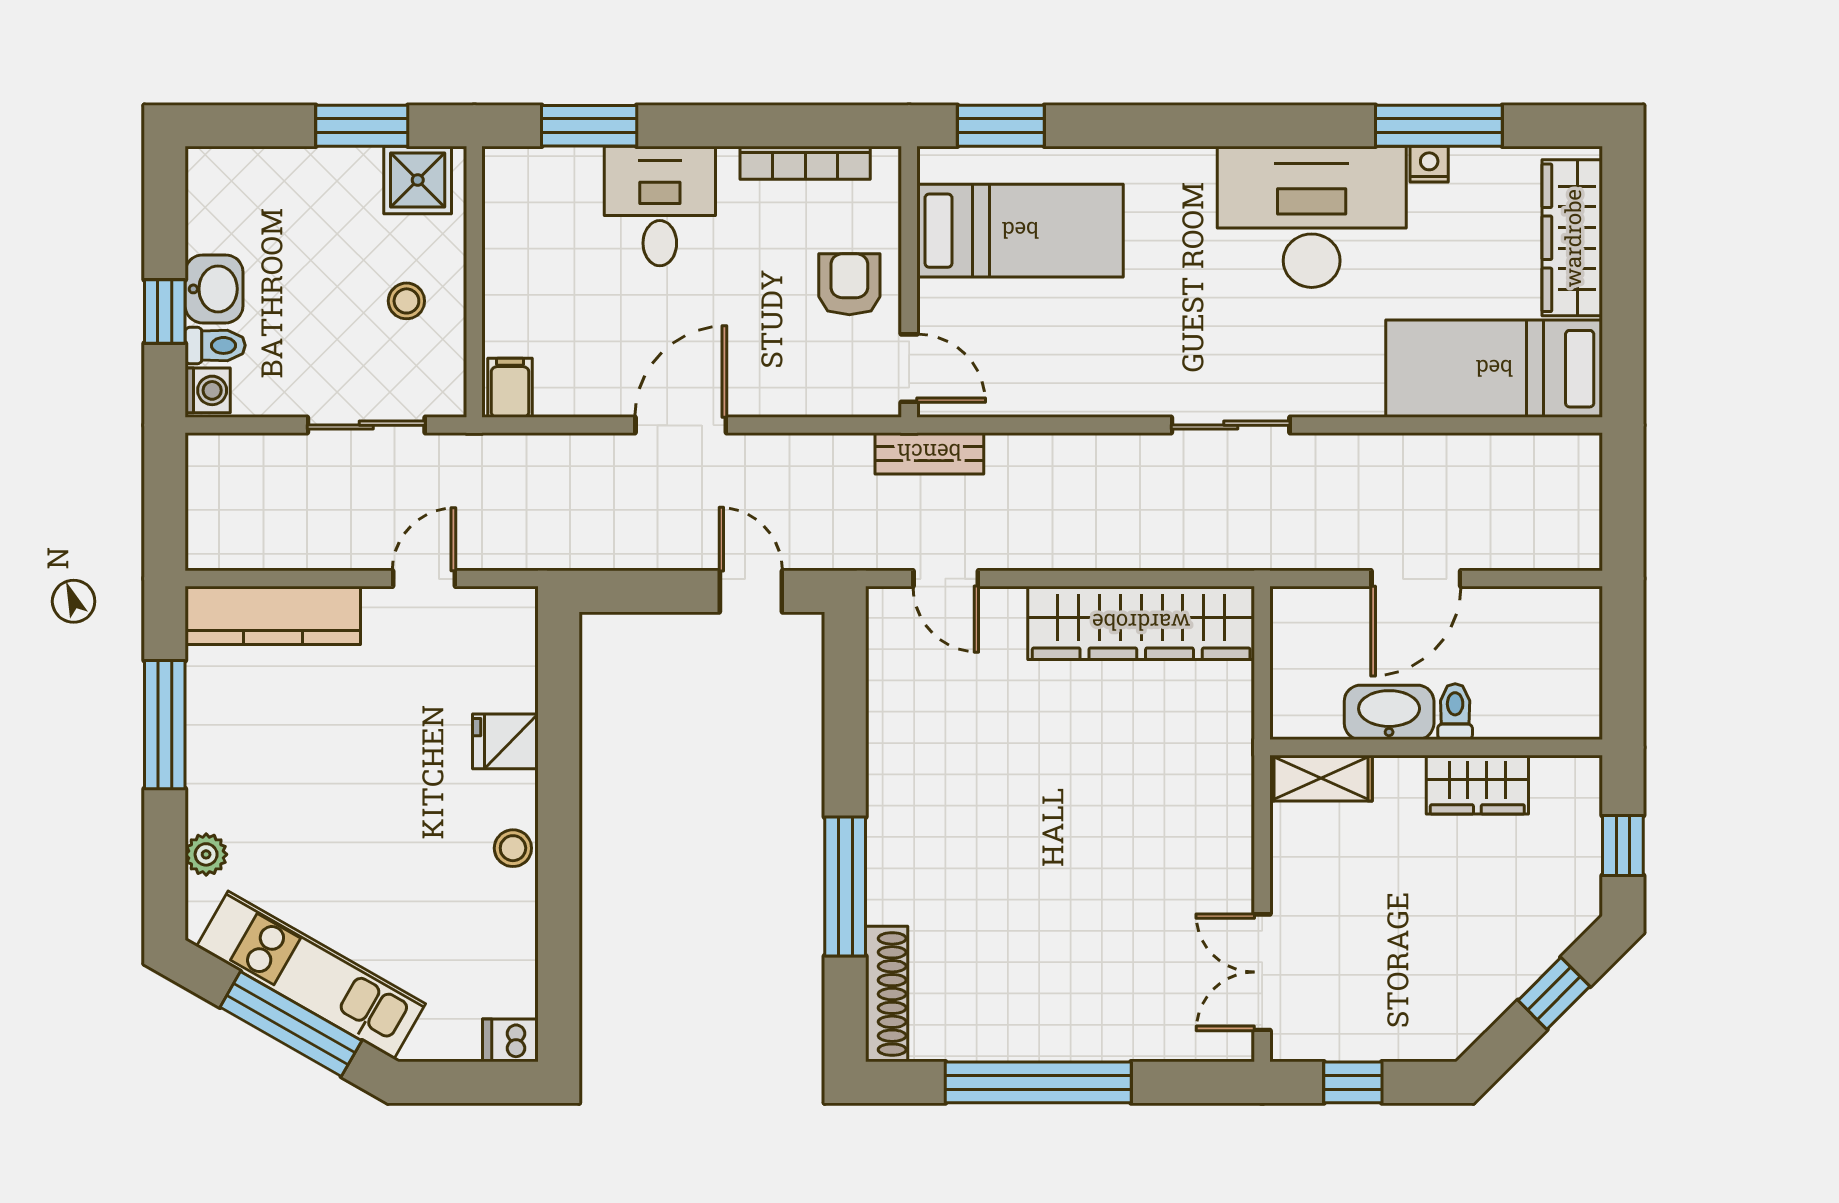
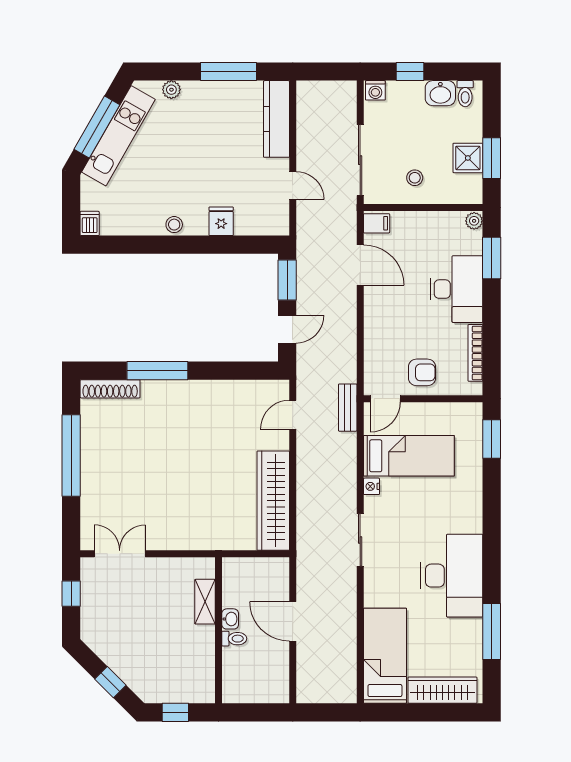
nightstand: (1429, 164) -> (371, 486), moved, turned 180
plant: (504, 166) -> (474, 221), added
shower: (418, 180) -> (468, 158), moved
desk: (660, 206) -> (456, 289), width x1.37
bed: (1020, 231) -> (409, 456), moved, turned -90
washbasin: (214, 289) -> (440, 93), moved
toilet: (215, 345) -> (465, 94), moved
sliding door: (366, 425) -> (360, 160), width x1.37
door: (681, 425) -> (360, 265), moved
window: (639, 591) -> (287, 280), added
washbasin: (1389, 712) -> (230, 619), width x0.52, depth x0.69
shelving: (1321, 778) -> (205, 602), moved
wardrobe: (1477, 785) -> (202, 648), removed

